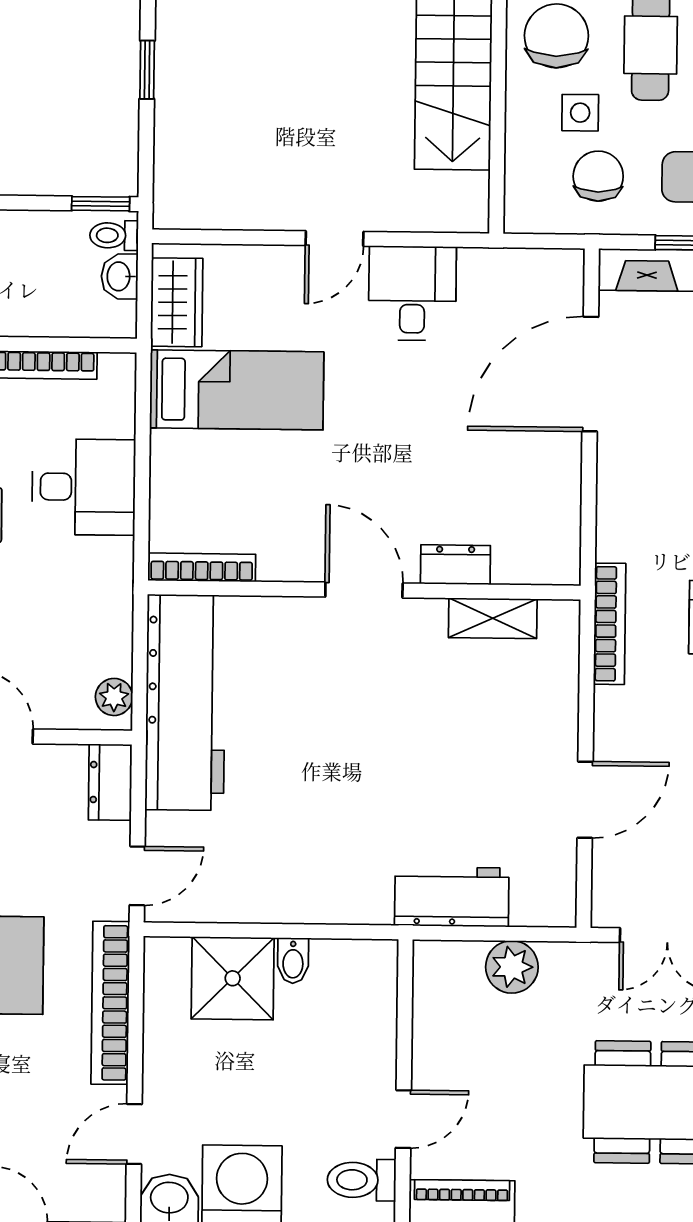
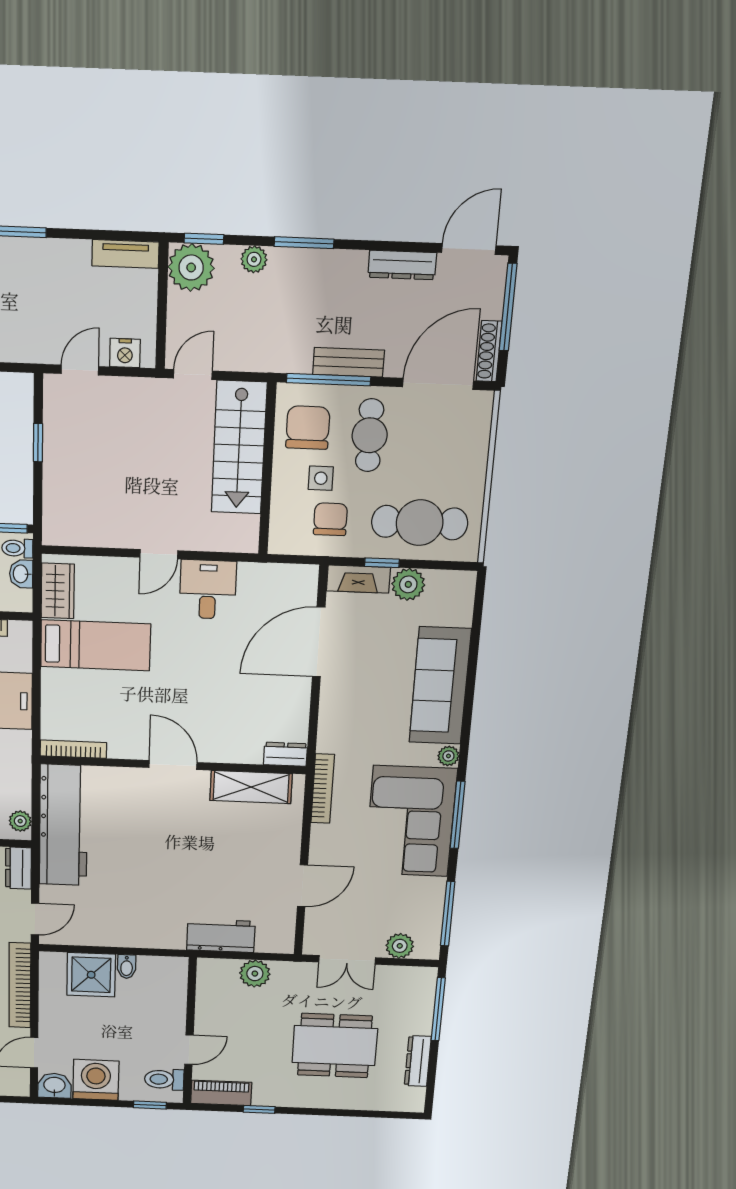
dresser: (455, 565) -> (285, 754), moved
shelving: (493, 618) -> (251, 787), width x1.50, depth x1.33

